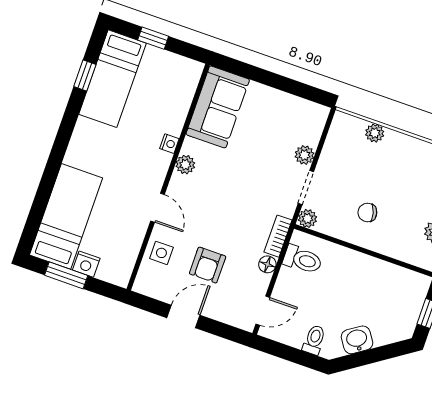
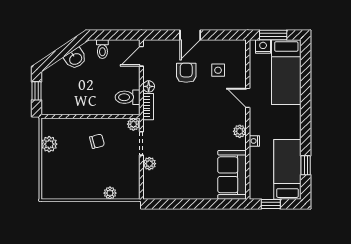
sofa: (218, 107) -> (232, 175), moved
nightstand: (169, 144) -> (254, 141), moved
plant: (185, 165) -> (240, 131), moved
wall: (168, 177) -> (248, 119), moved
door: (157, 208) -> (248, 98), moved

